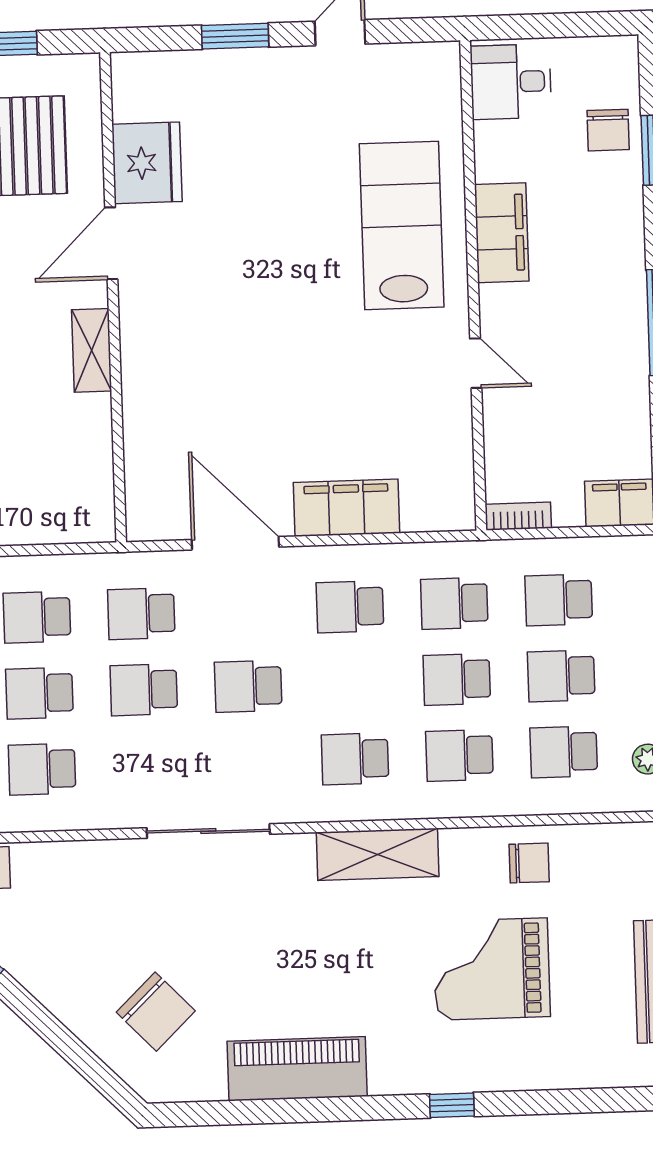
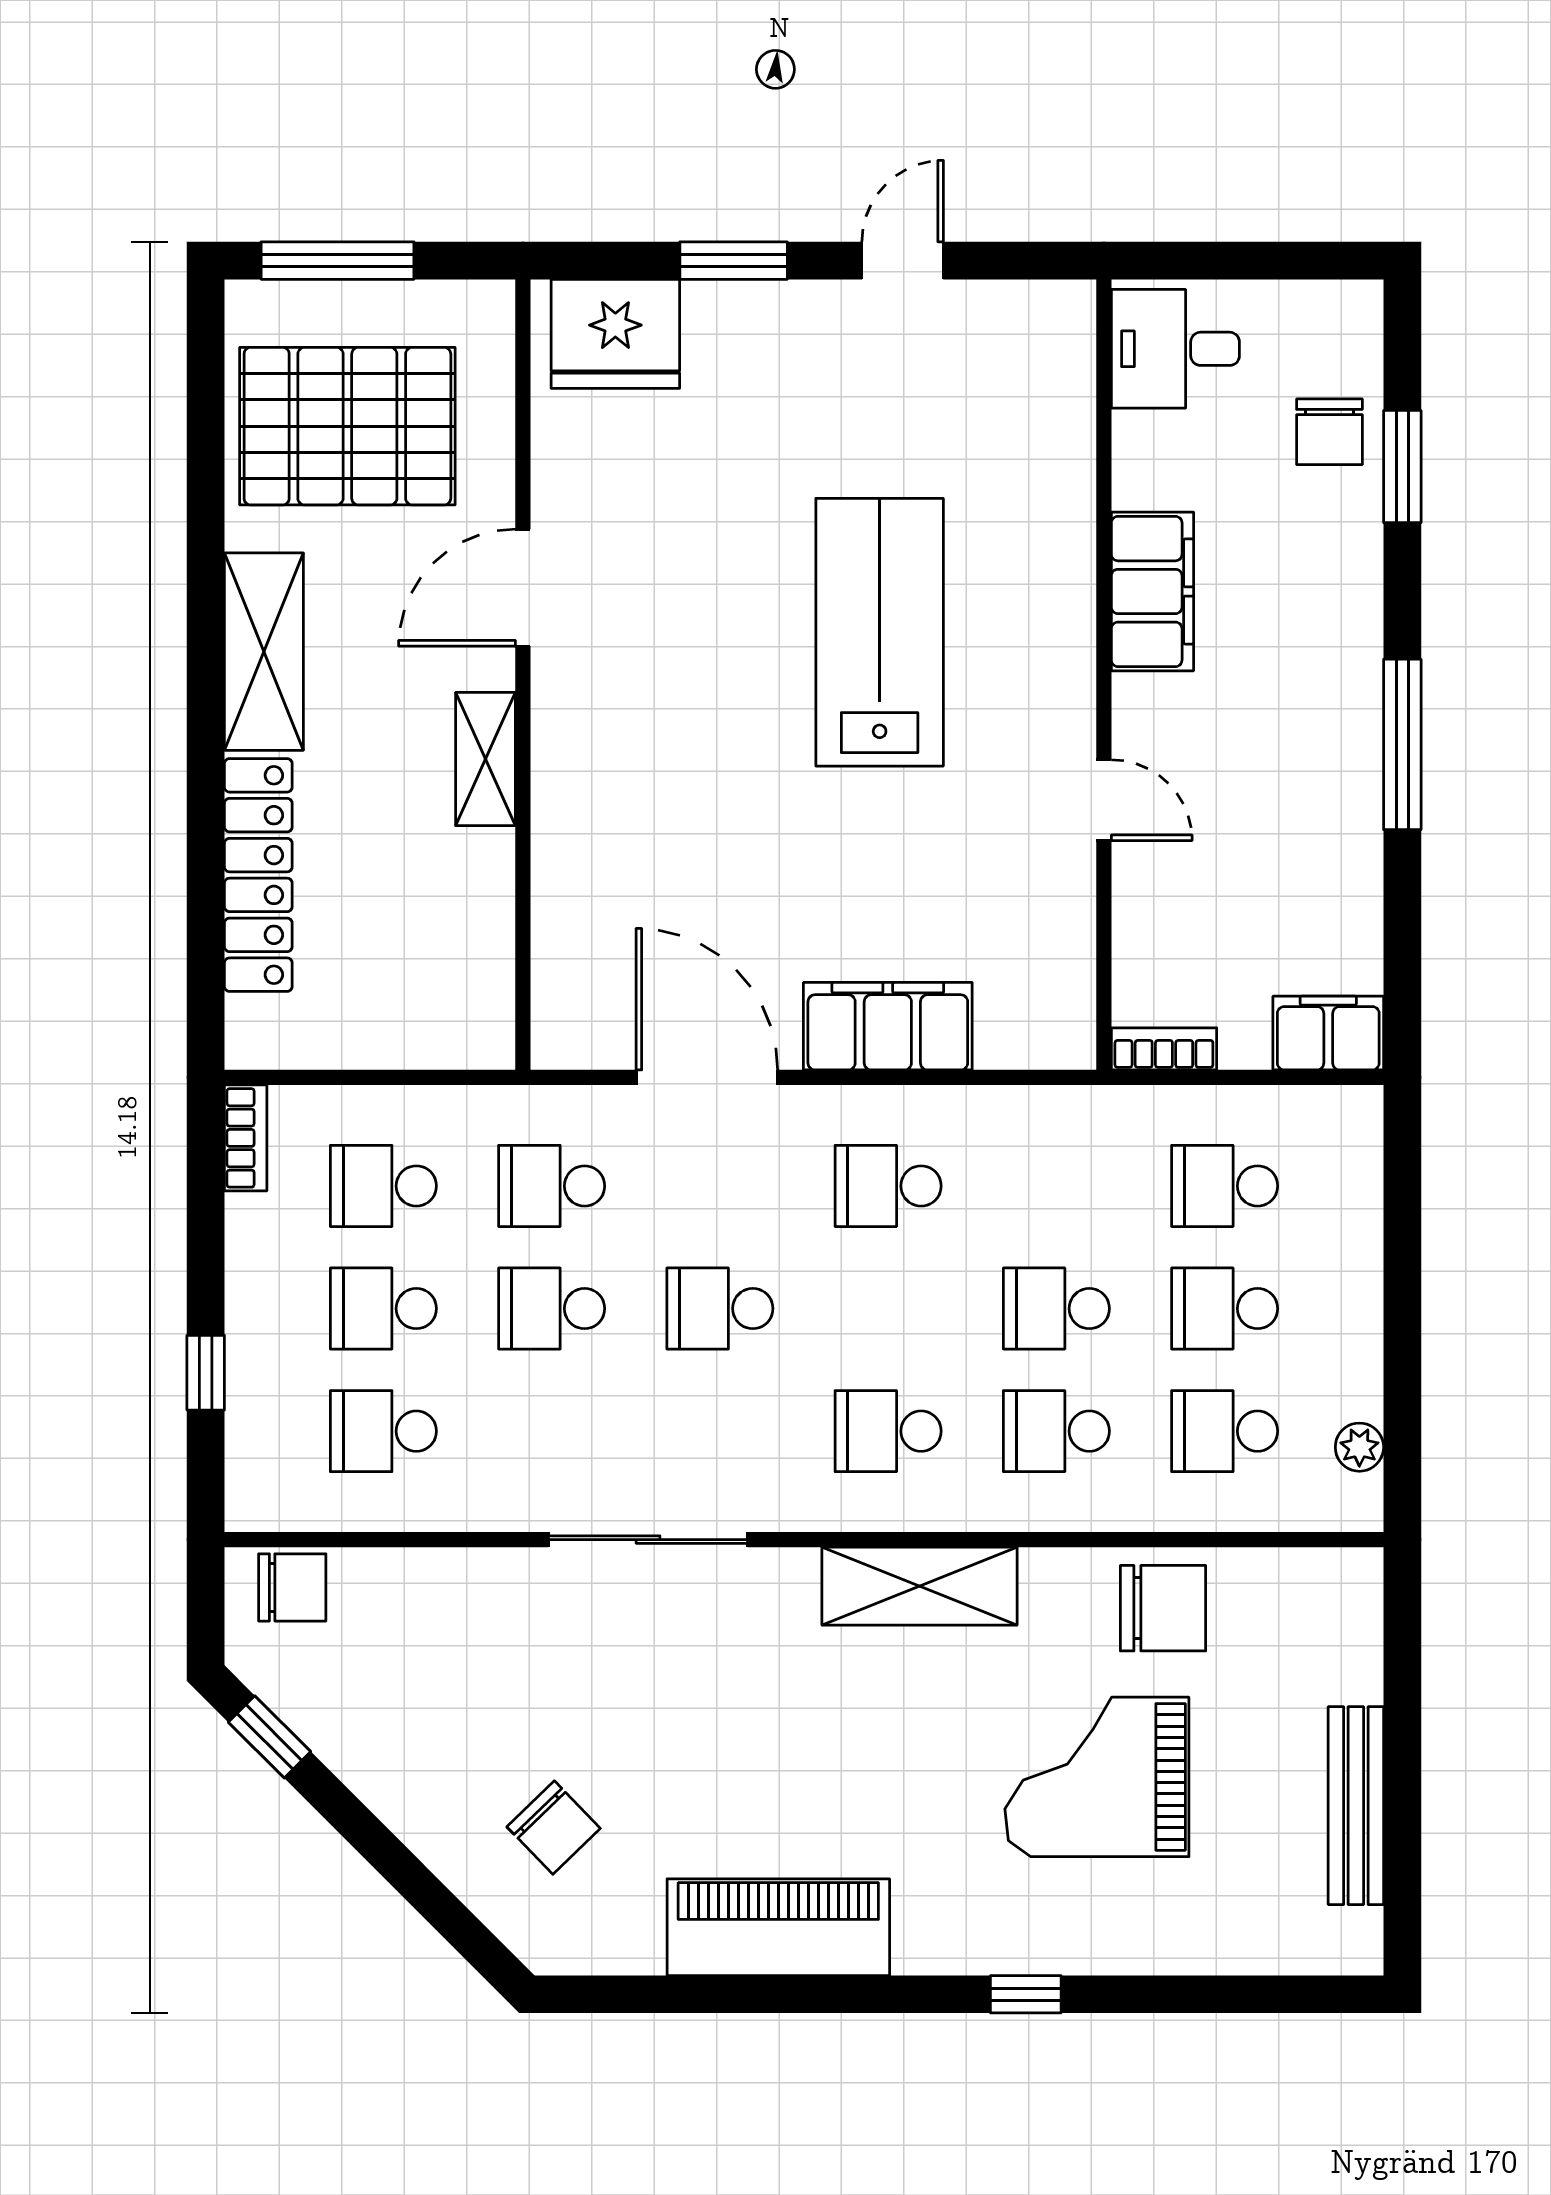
fridge: (147, 163) -> (615, 334), moved, turned 90
lab bench: (402, 225) -> (880, 632), moved
school desk: (454, 603) -> (1056, 1186), removed
chair: (529, 863) -> (1163, 1608), width x1.37, depth x1.37
chair: (156, 1012) -> (554, 1828), width x0.73, depth x0.73

